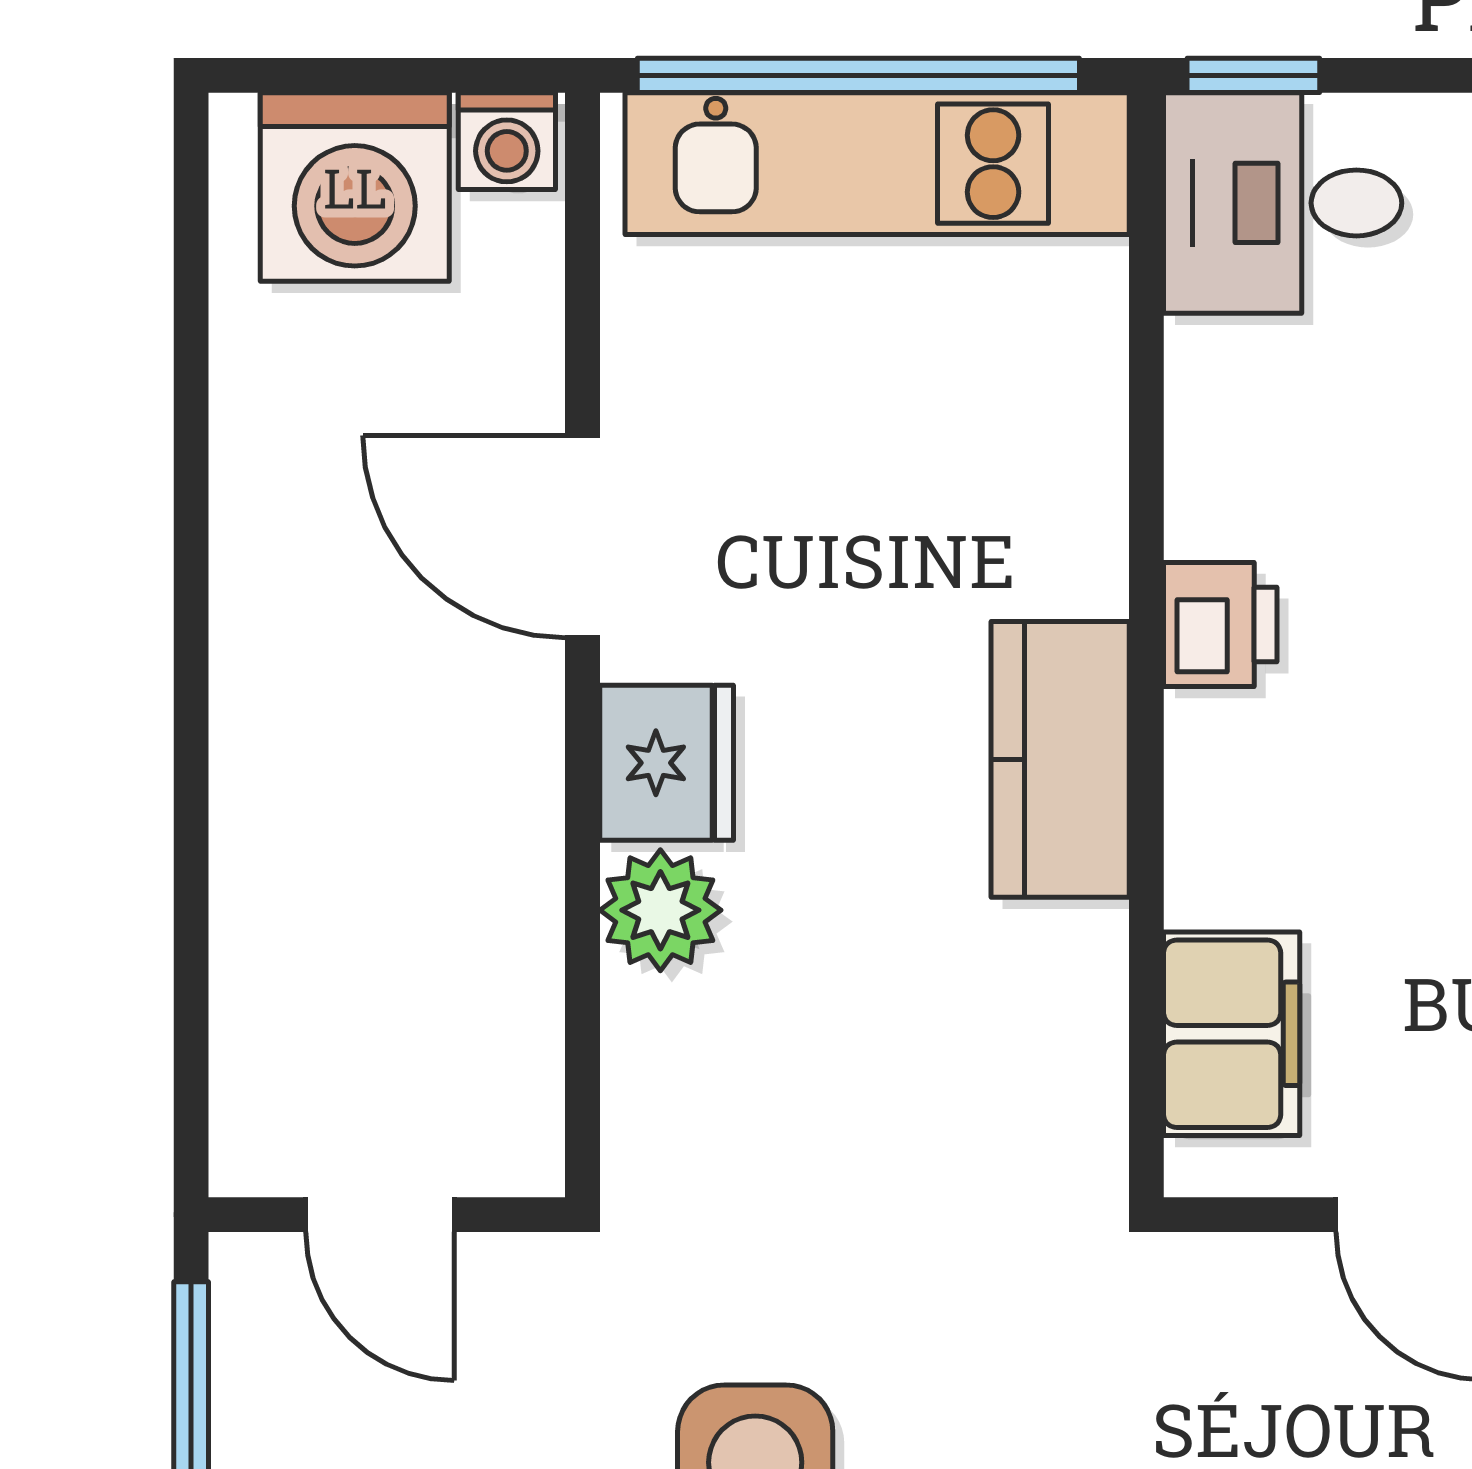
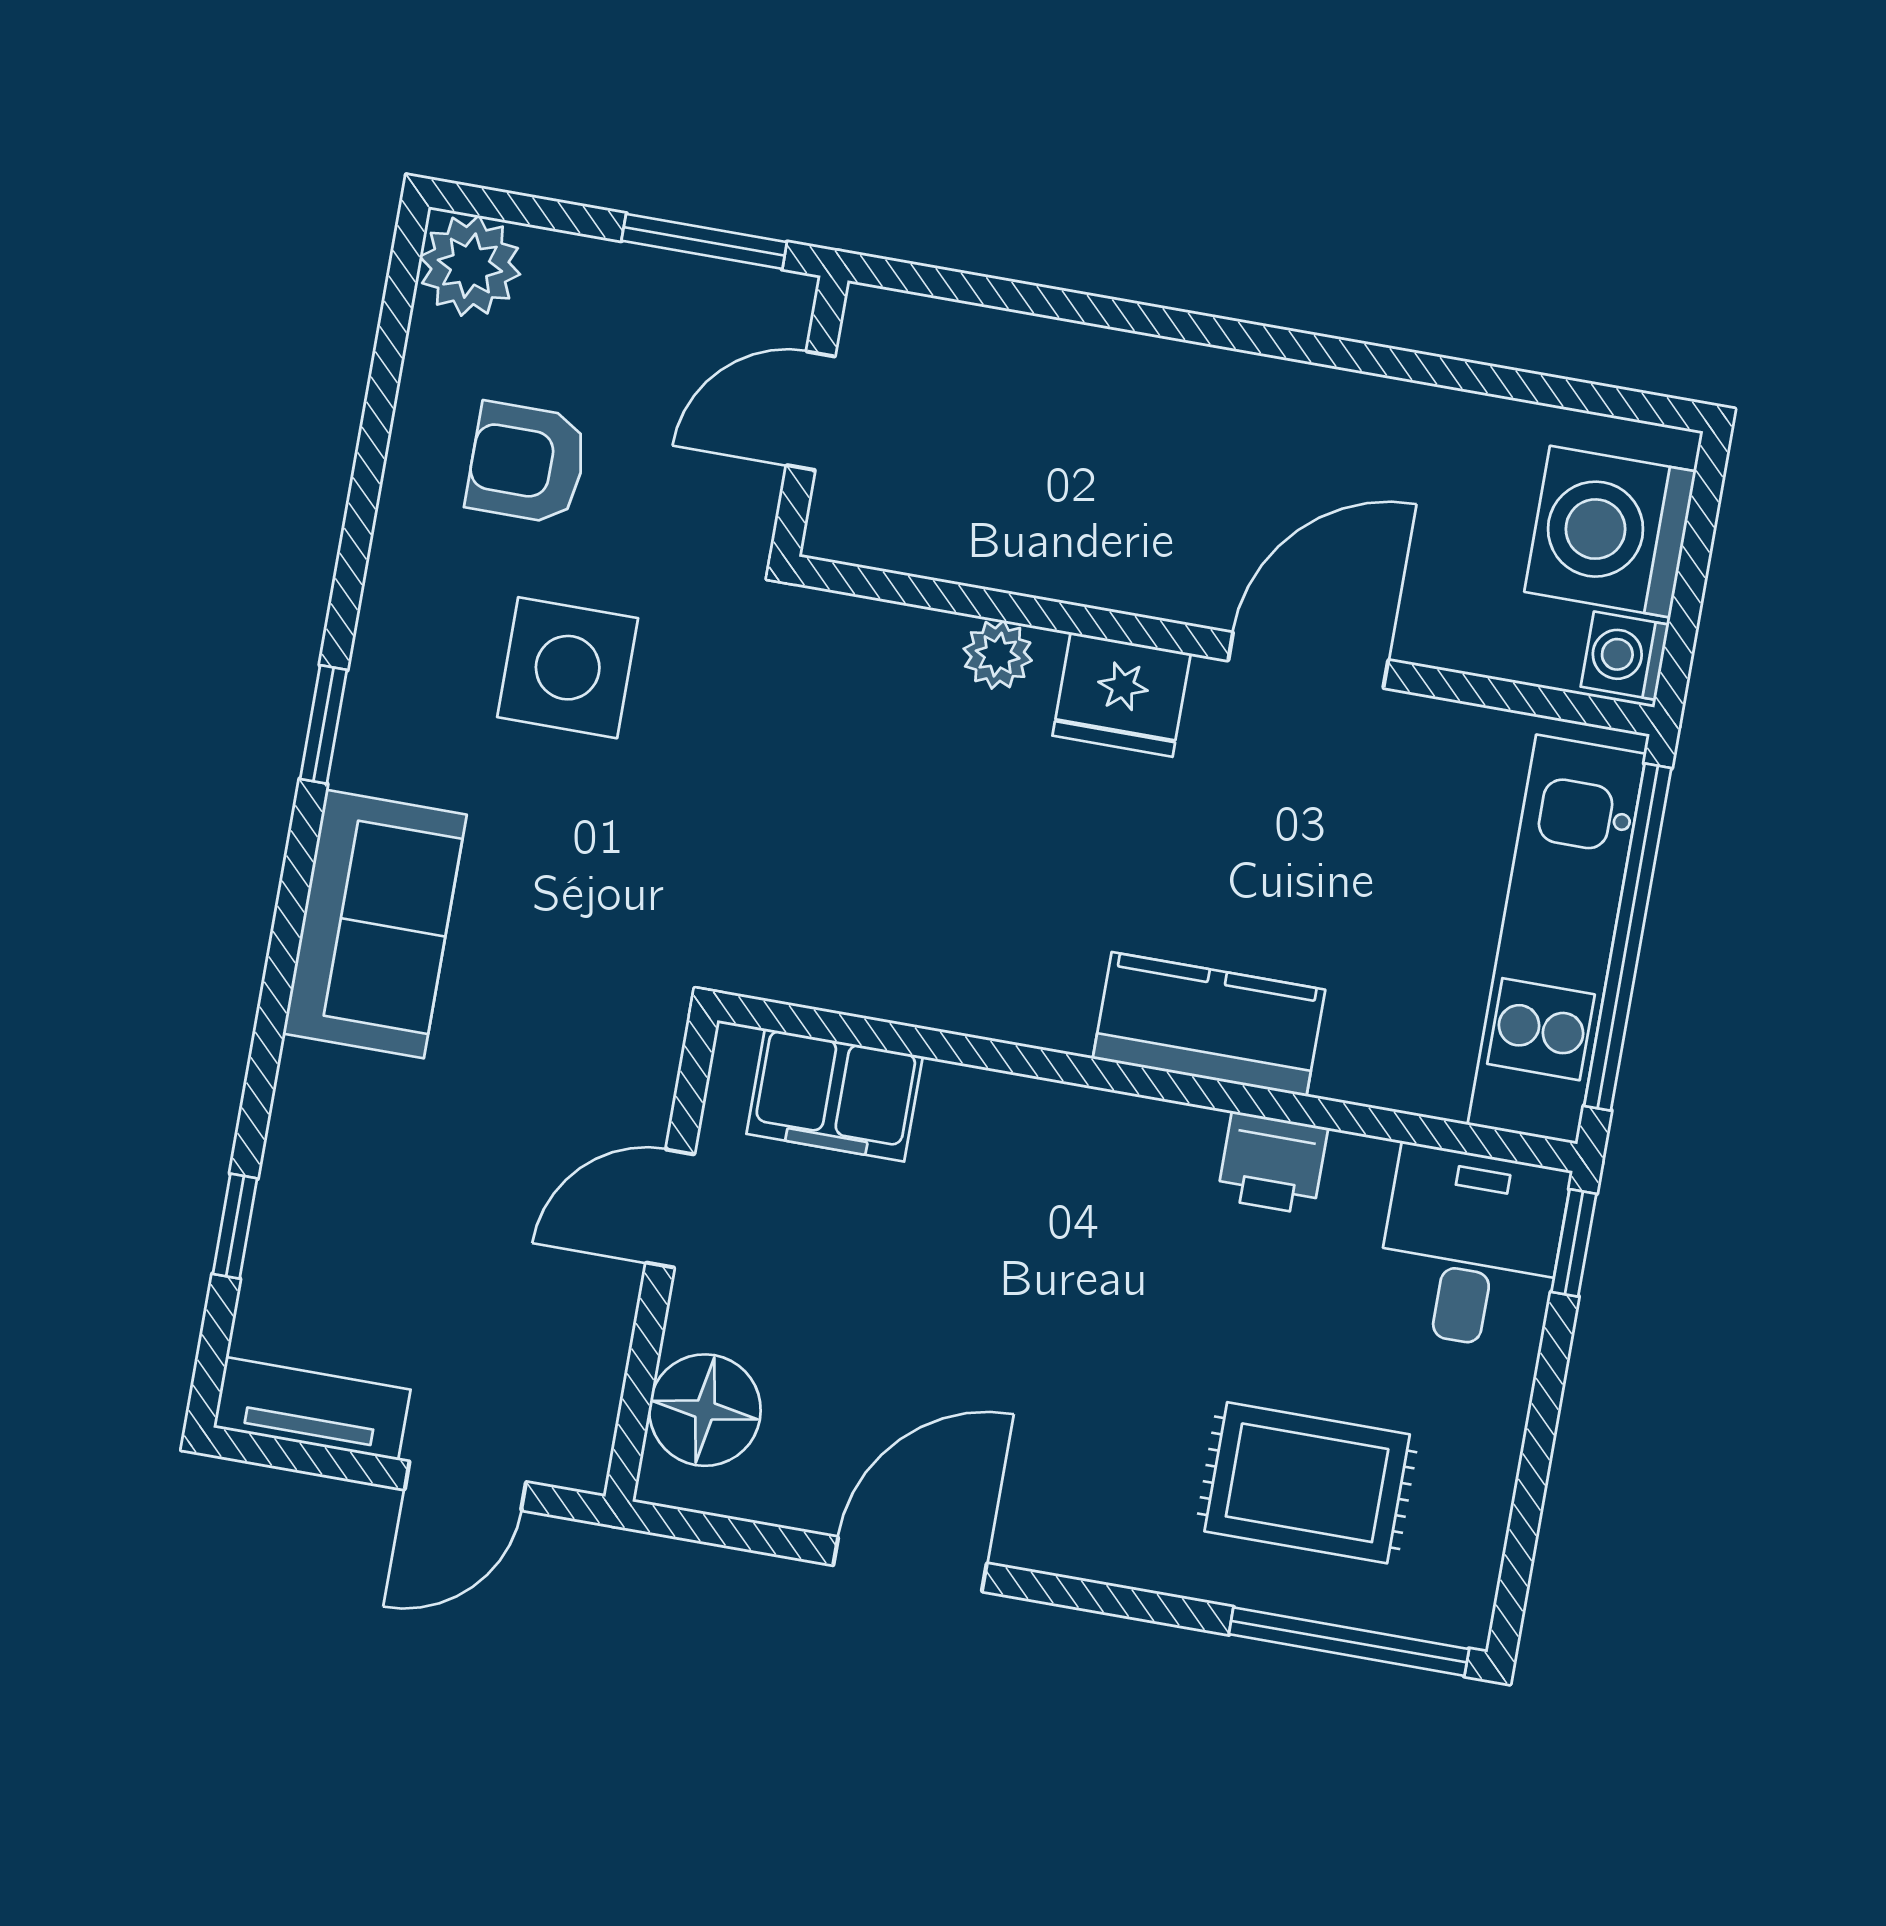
printer: (1220, 625) -> (1272, 1163), moved
kitchen counter: (1060, 759) -> (1209, 1024), moved
plant: (660, 910) -> (998, 655), width x0.73, depth x0.73

